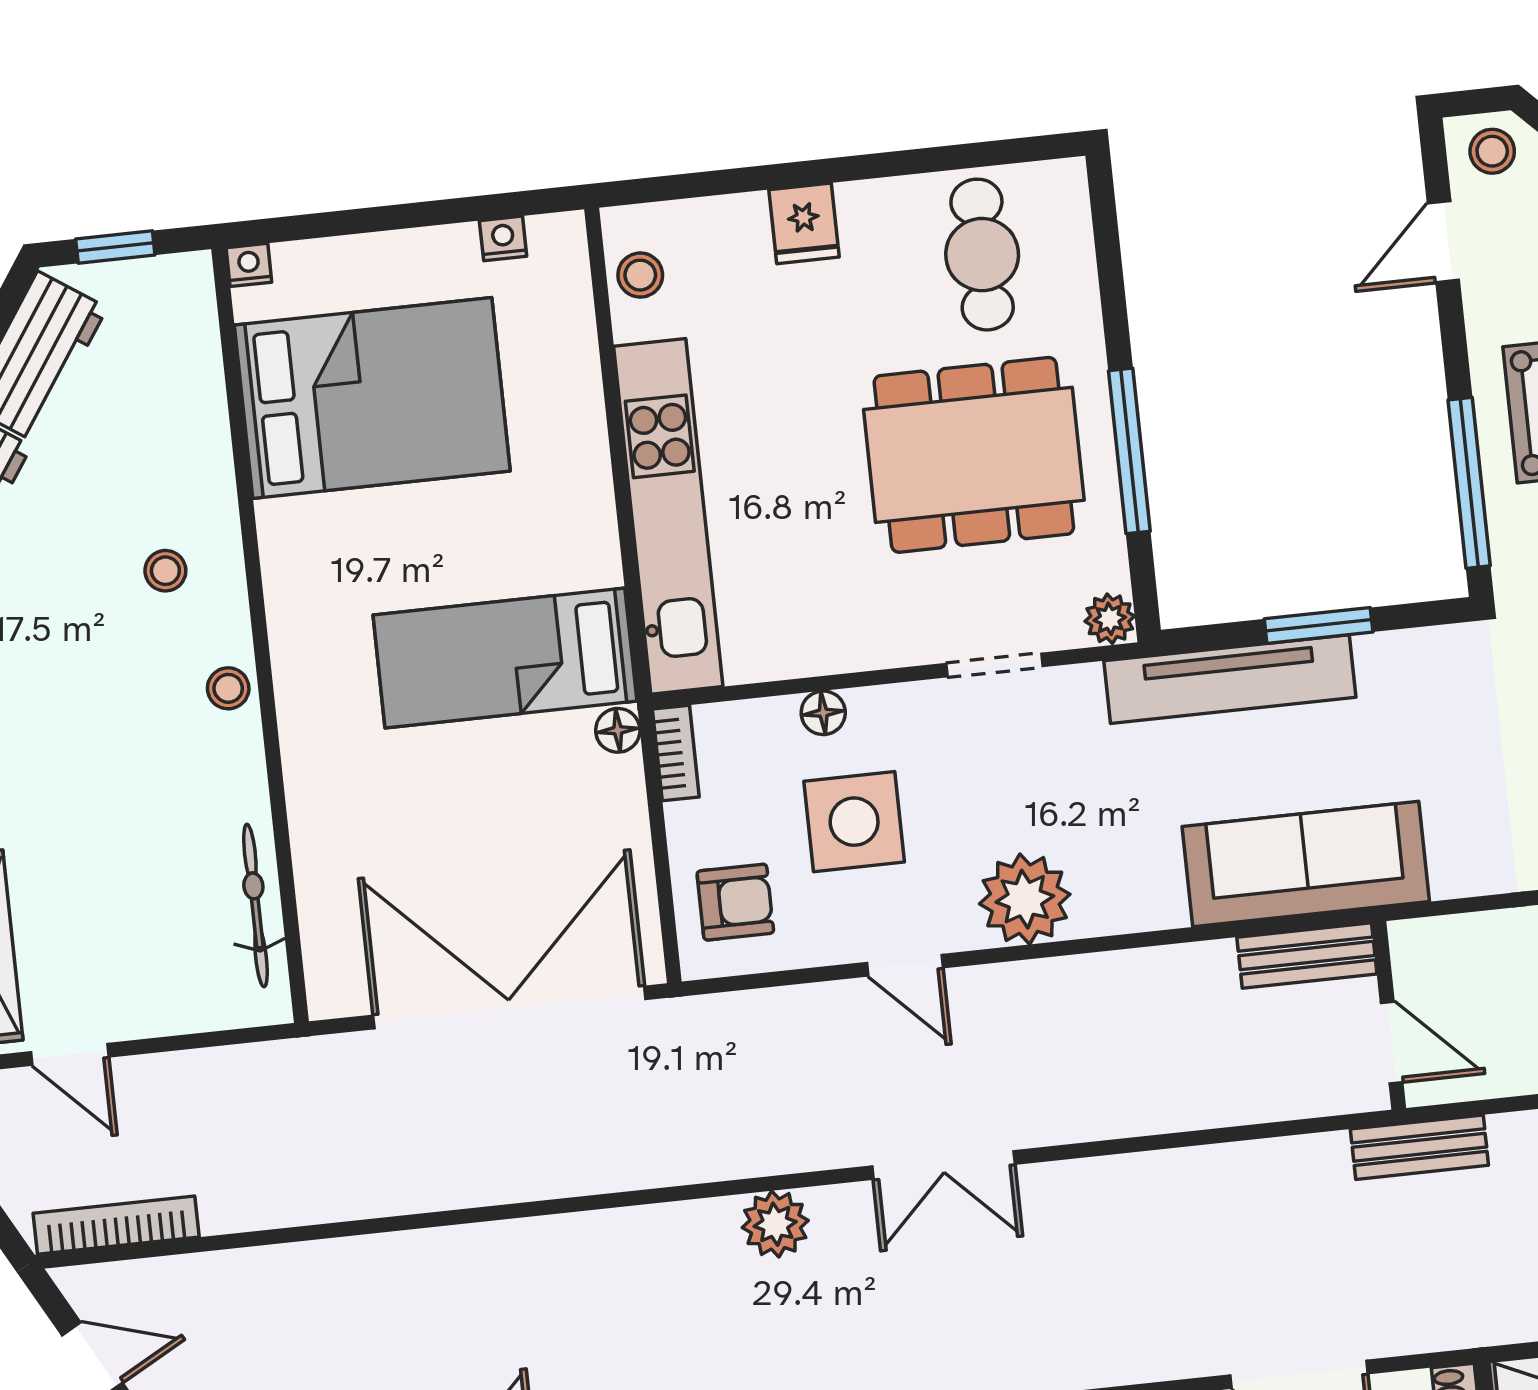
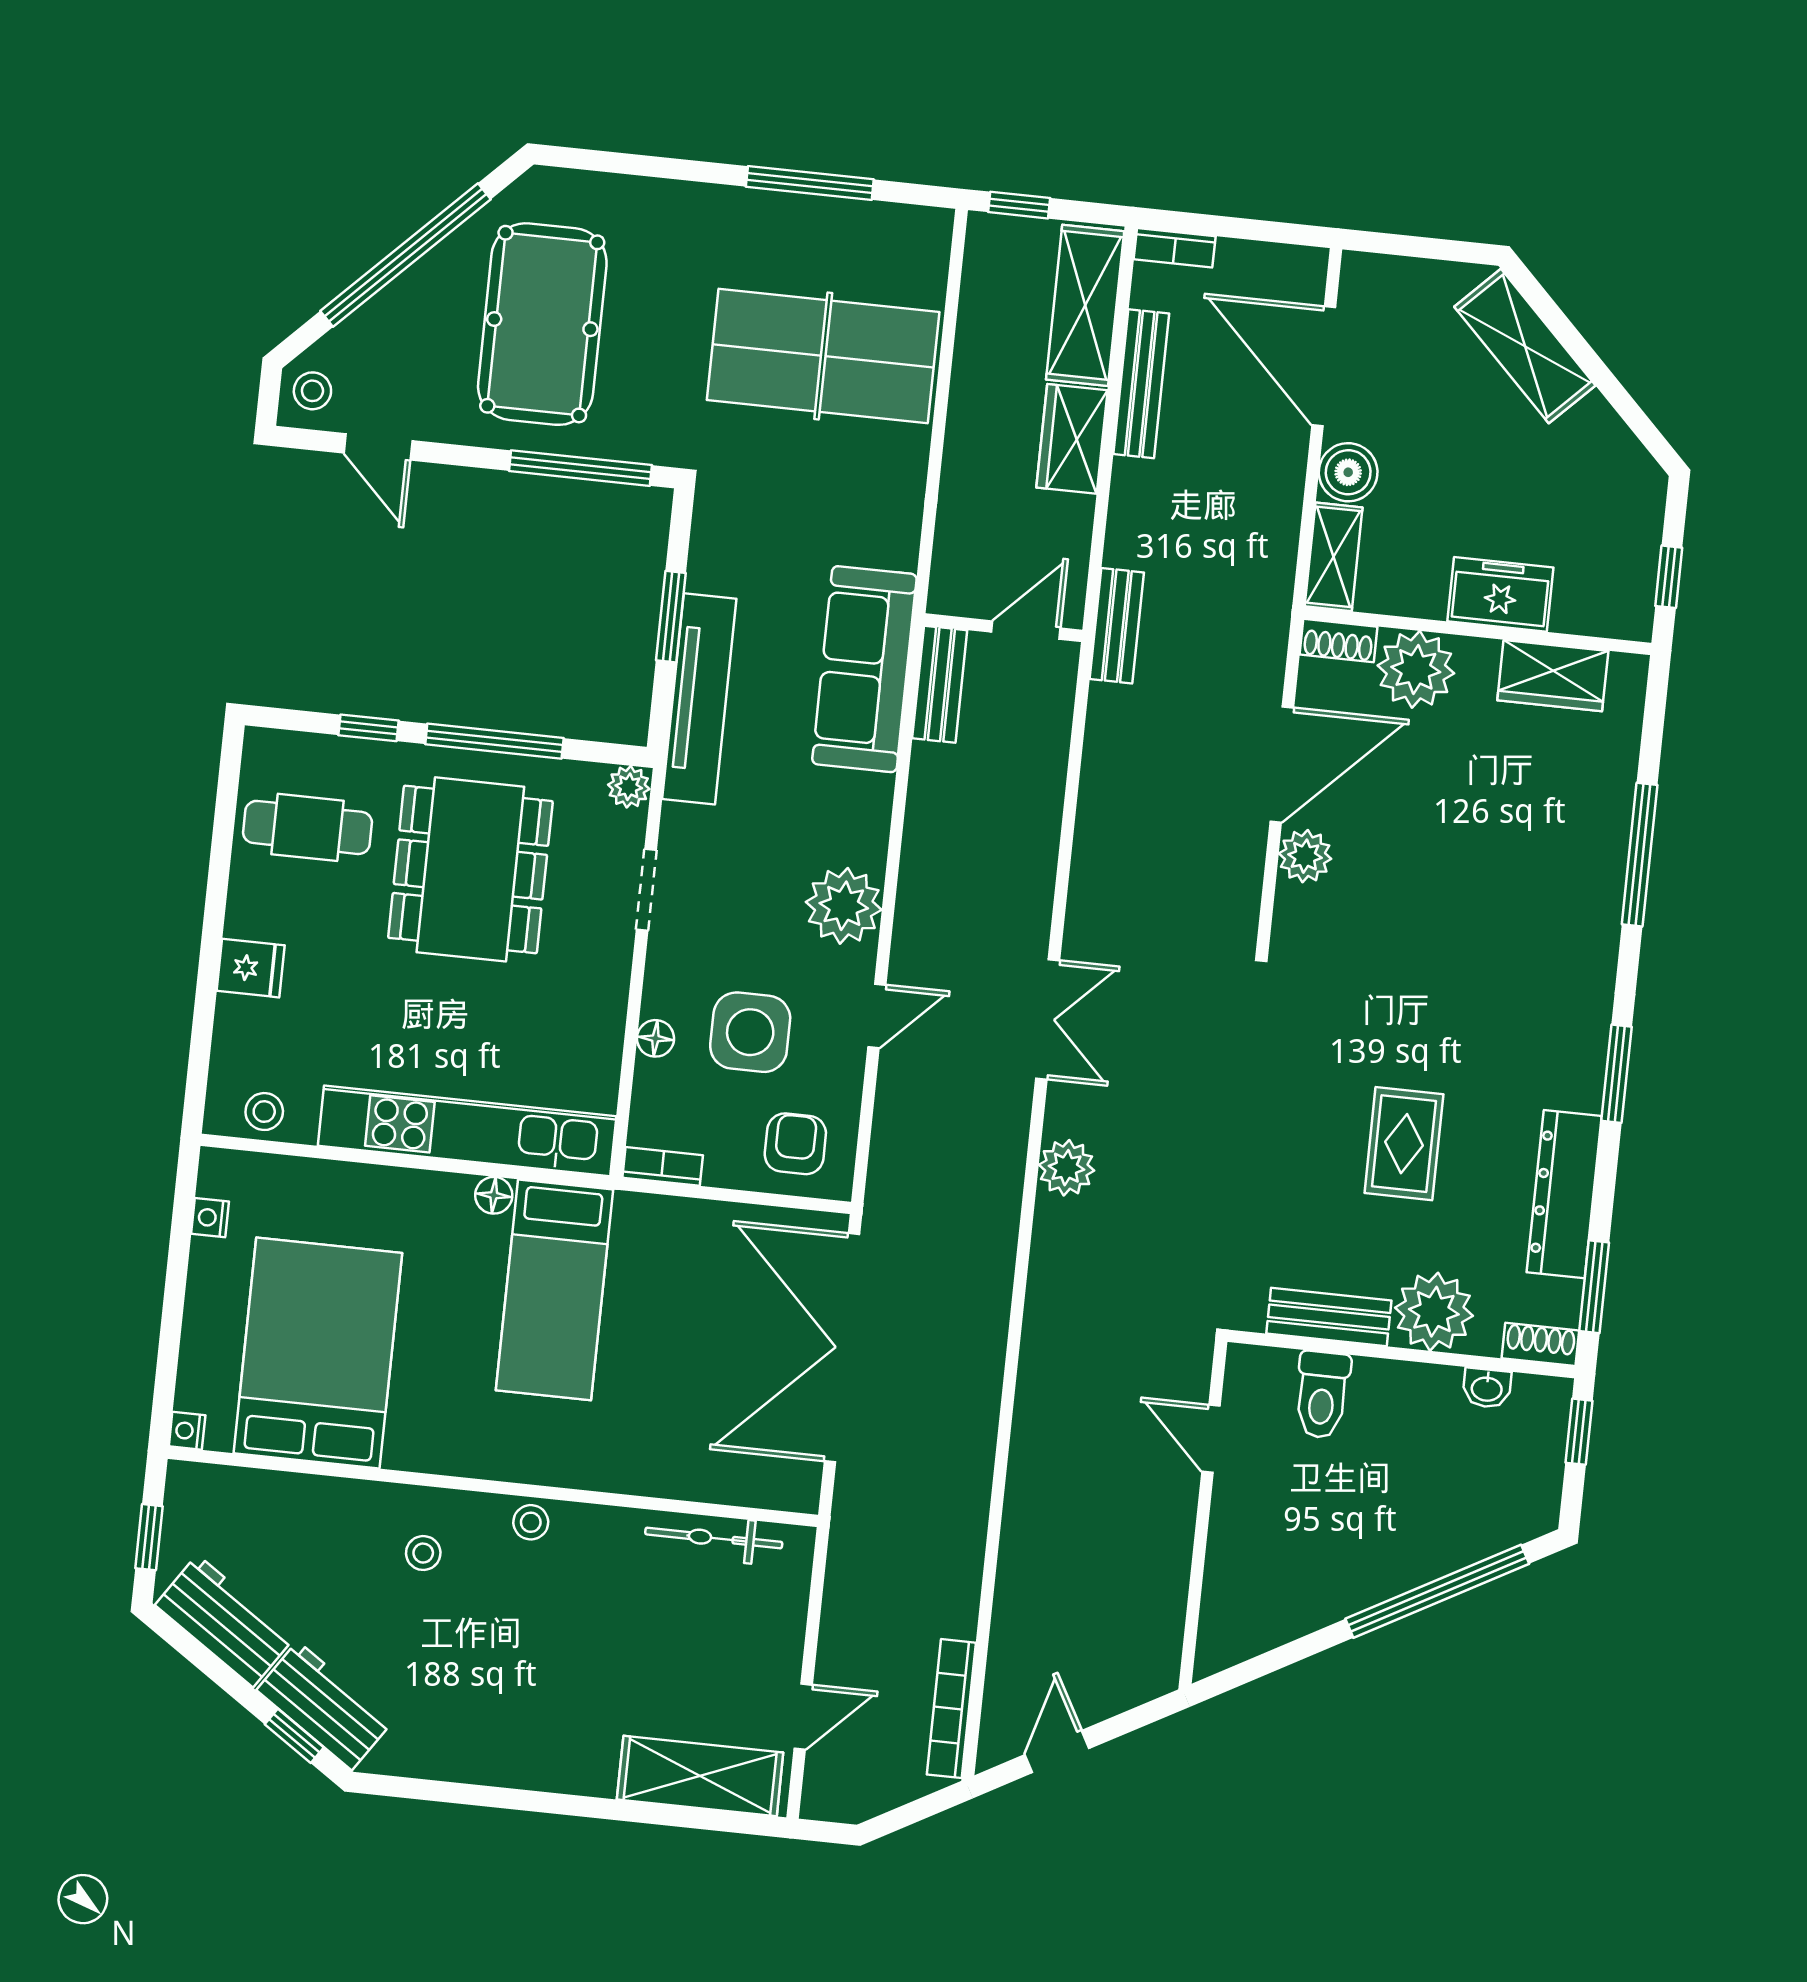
window: (1113, 301) -> (368, 728), added
floor lamp: (618, 730) -> (494, 1195), moved

